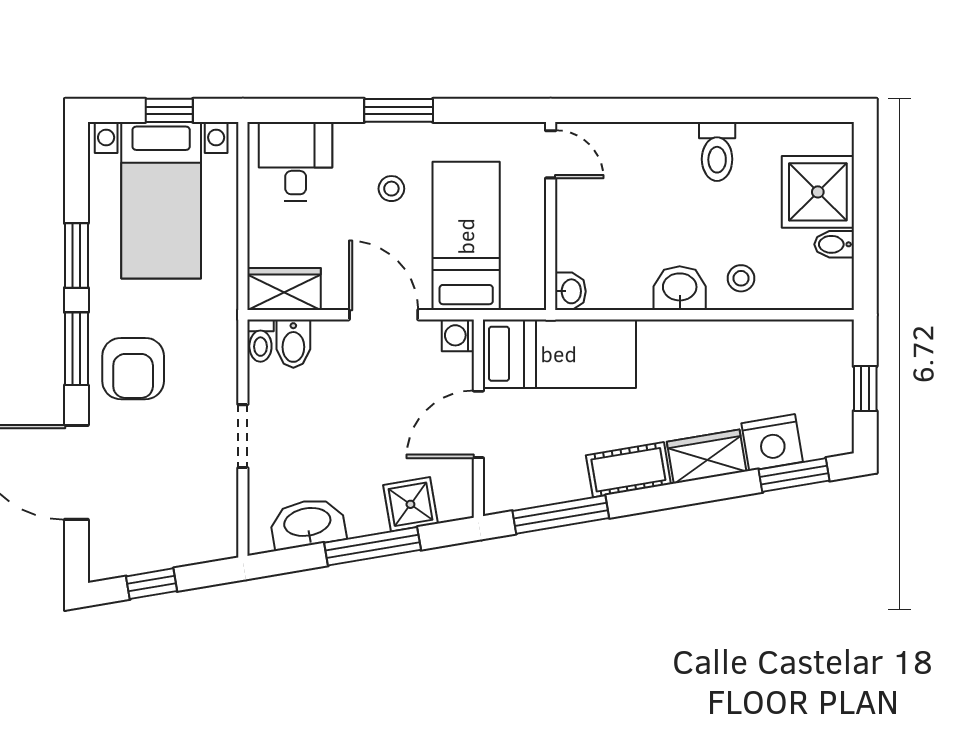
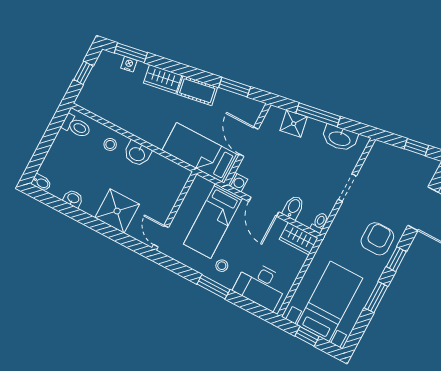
toilet: (717, 151) -> (76, 126), moved, turned 90
desk: (296, 161) -> (261, 285), width x1.37
stool: (391, 189) -> (222, 266), moved
shower: (818, 192) -> (117, 211), moved
bidet: (834, 244) -> (41, 183), moved
washbasin: (570, 291) -> (73, 199), moved, turned 90
bidet: (293, 344) -> (293, 207), moved
window: (76, 349) -> (396, 259), width x0.67
door: (478, 424) -> (249, 142), swing flipped
nightstand: (772, 443) -> (129, 64), width x0.53, depth x0.56
window: (561, 515) -> (235, 87), width x0.69

